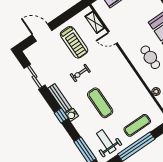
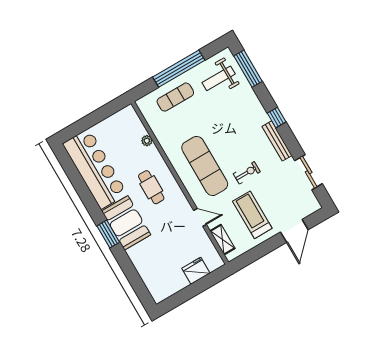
door: (42, 33) -> (294, 231), hinge flipped
exercise mat: (100, 103) -> (205, 166), moved, width x1.36, depth x1.45
water cooler: (72, 115) -> (262, 117), removed
weight bench: (106, 142) -> (219, 78), turned 90

